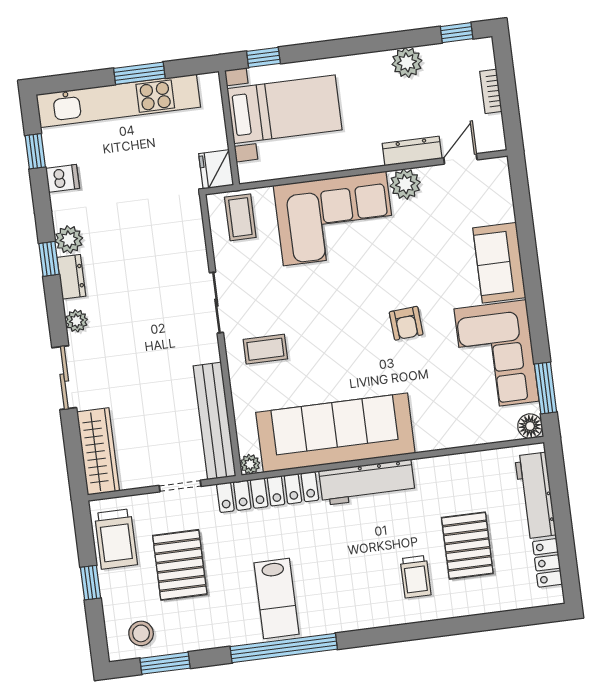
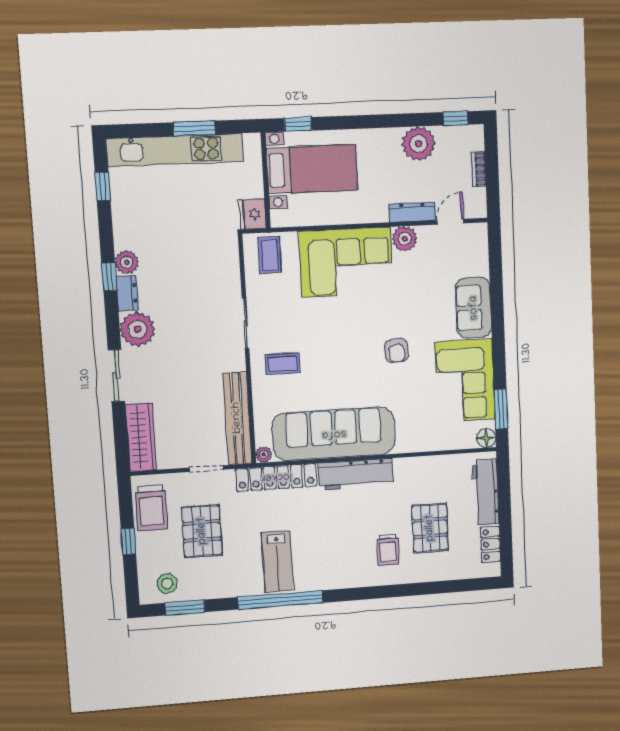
plant: (407, 62) -> (419, 144), width x1.36, depth x1.36
dishwasher: (63, 178) -> (124, 211), removed
plant: (76, 321) -> (137, 329), width x1.88, depth x1.88

